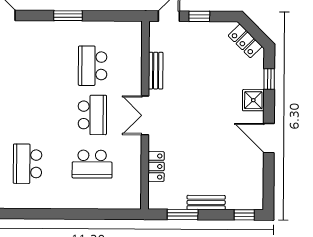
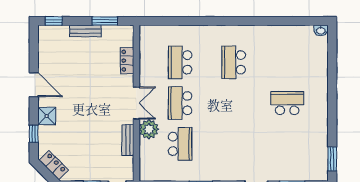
plant: (130, 84) -> (149, 129), added
school desk: (27, 164) -> (234, 62), turned 180
school desk: (92, 164) -> (180, 62), turned -90

